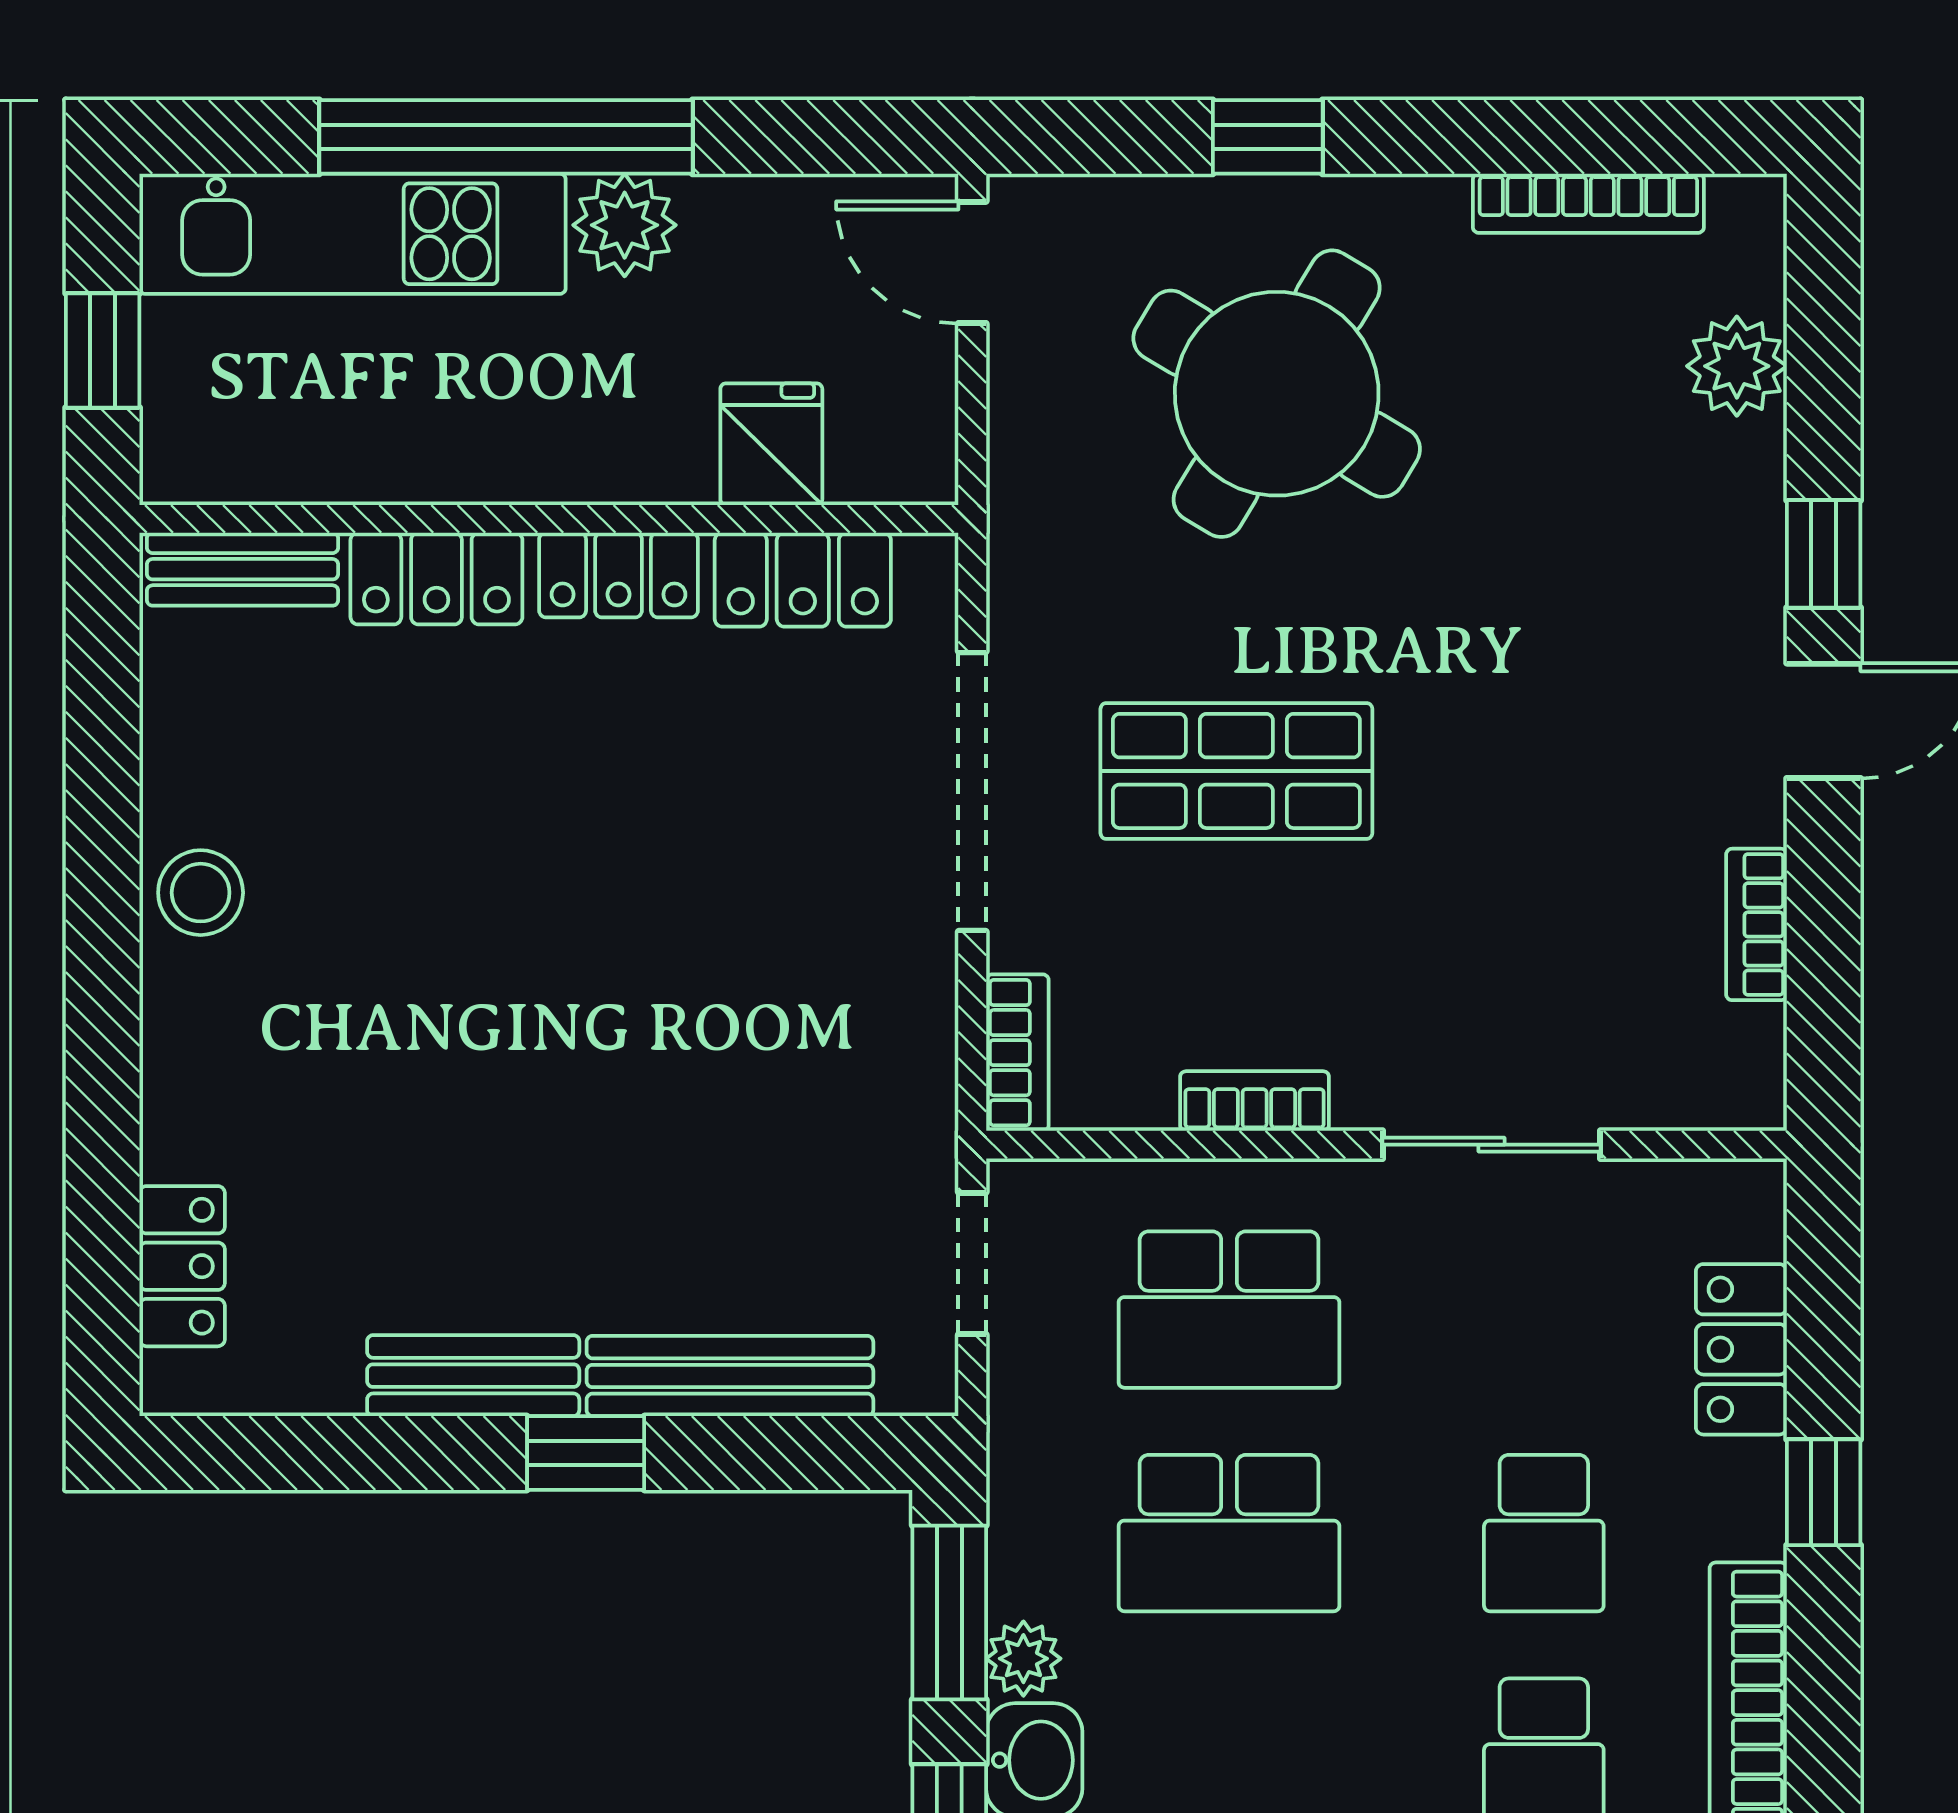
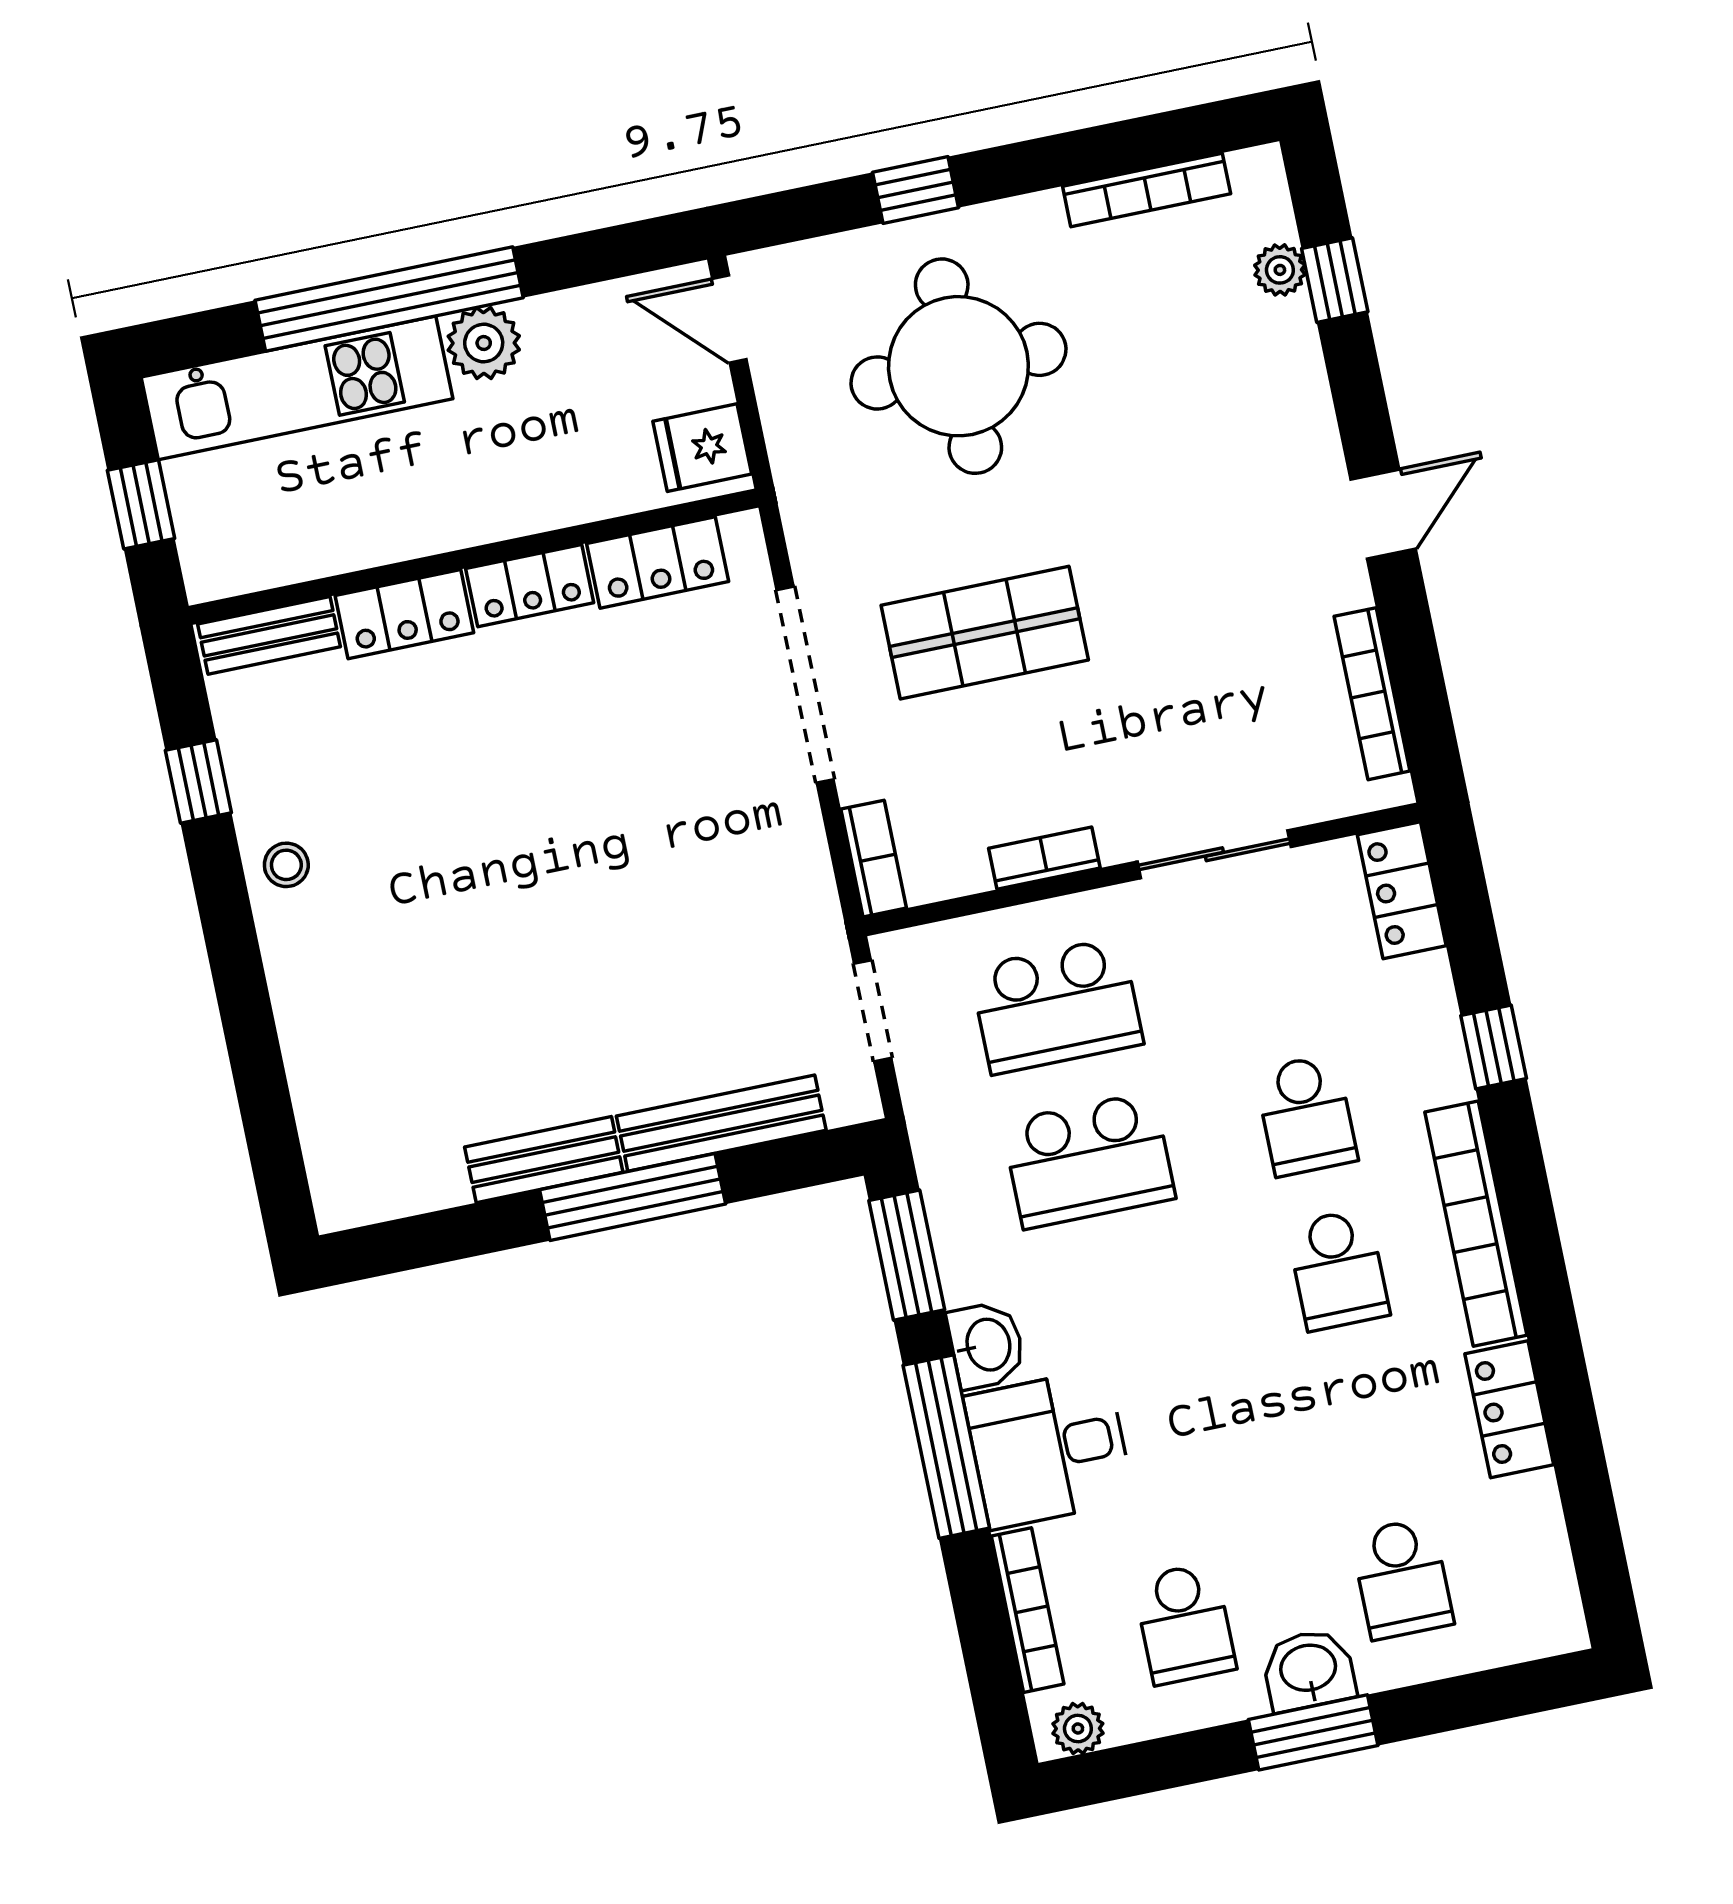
plant: (1737, 366) -> (1280, 270), width x0.73, depth x0.73
round table: (1277, 394) -> (958, 366), turned -31
fridge: (771, 444) -> (702, 448), moved, turned -90
window: (1824, 554) -> (1335, 280), moved
window: (103, 752) -> (198, 782), added
stool: (201, 893) -> (286, 865), width x0.73, depth x0.73
bookcase: (1756, 924) -> (1372, 694), width x1.56
locker: (182, 1266) -> (327, 1126), removed
locker: (1741, 1349) -> (1402, 890), moved
window: (586, 1453) -> (633, 1197), width x2.17
plant: (1023, 1659) -> (964, 1276), removed

